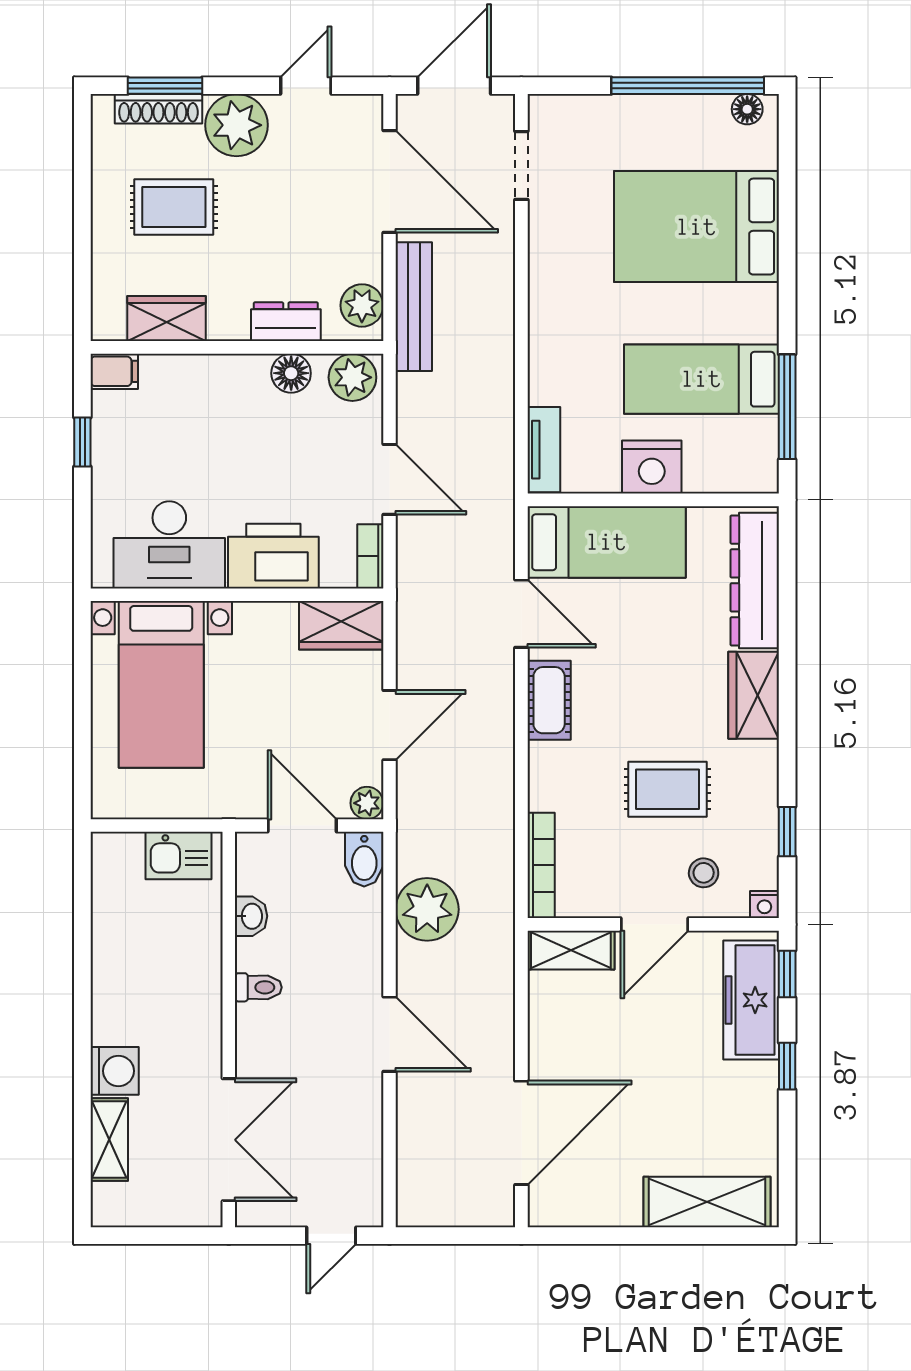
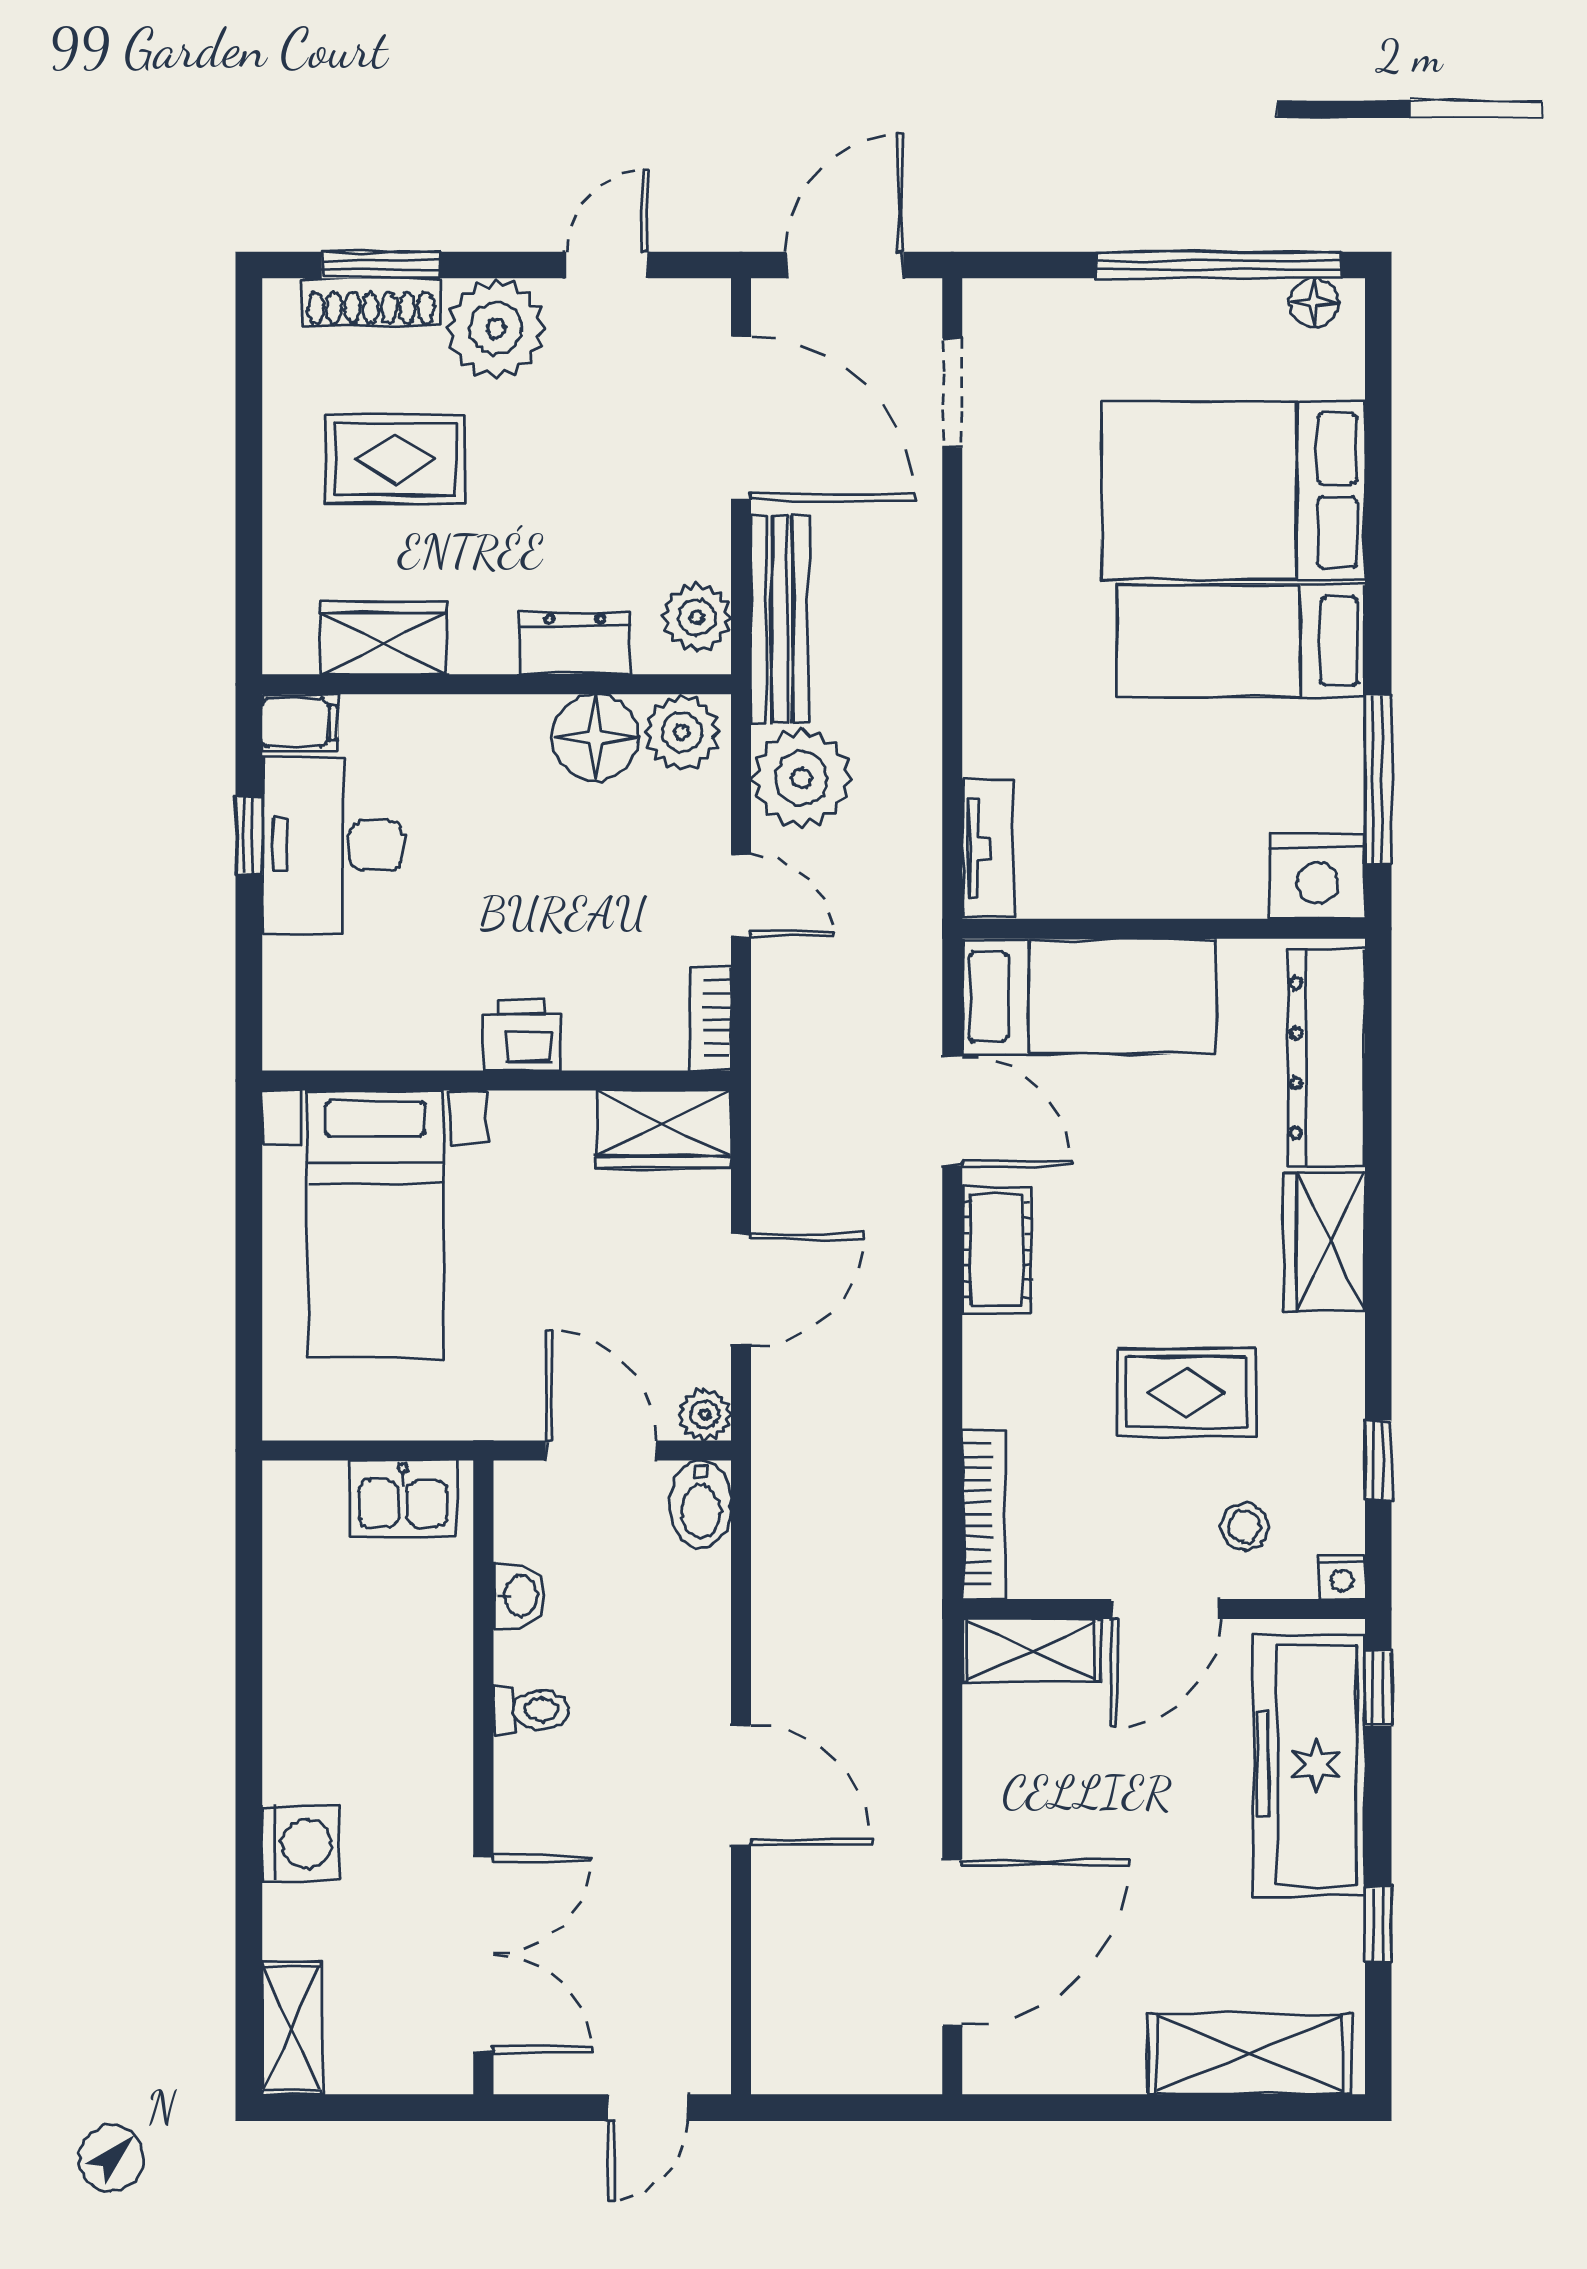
floor lamp: (291, 373) -> (595, 737), width x1.38, depth x1.38
bed: (702, 379) -> (1241, 641), moved
nightstand: (652, 467) -> (1318, 876), moved
door: (389, 479) -> (741, 896), width x0.73
desk: (169, 545) -> (332, 845), moved, turned 90
printer: (273, 556) -> (521, 1036), width x0.53, depth x0.68
plant: (427, 909) -> (801, 778), moved
freezer: (751, 1000) -> (1309, 1765), width x1.36, depth x1.26
window: (787, 1066) -> (1378, 1925), moved
shelving: (109, 1140) -> (292, 2028), moved

